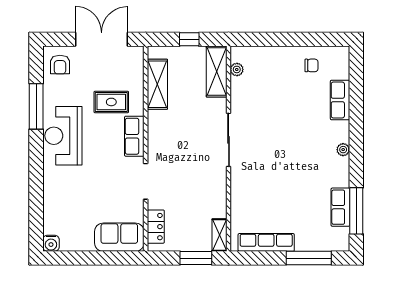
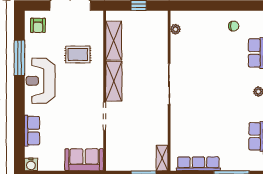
shelving: (217, 71) -> (114, 81), moved
row of seats: (134, 136) -> (32, 131), moved, turned 180
locker: (156, 227) -> (112, 151), removed

